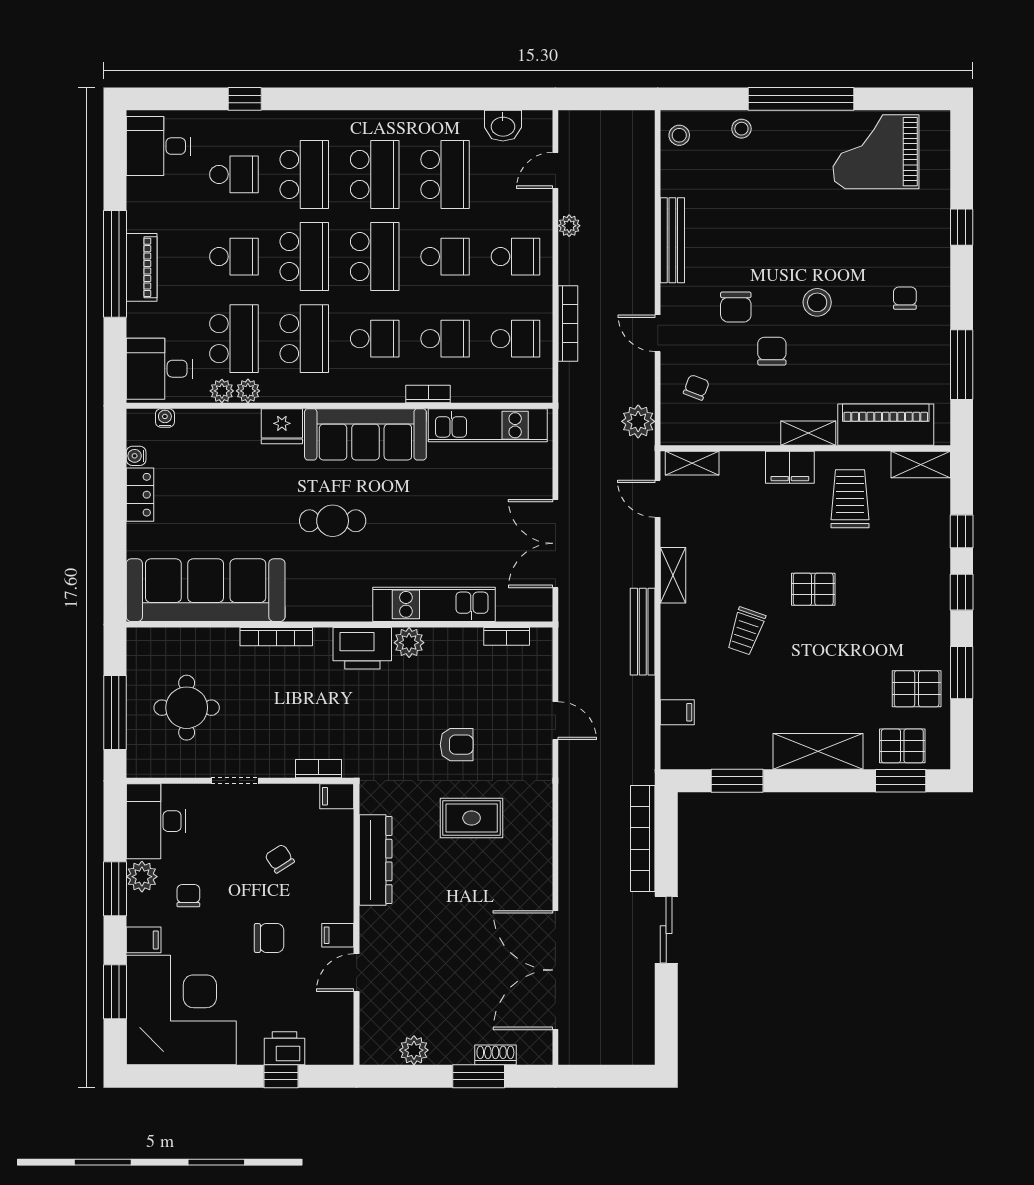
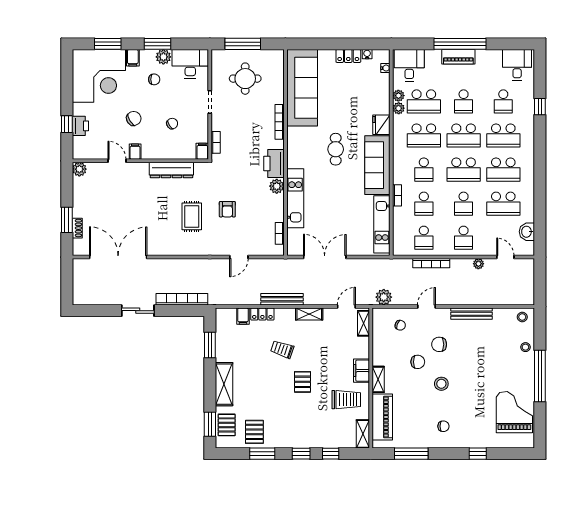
locker: (673, 672) -> (262, 314), added
chair: (269, 938) -> (134, 118), turned -122
plant: (414, 1050) -> (79, 169), moved

